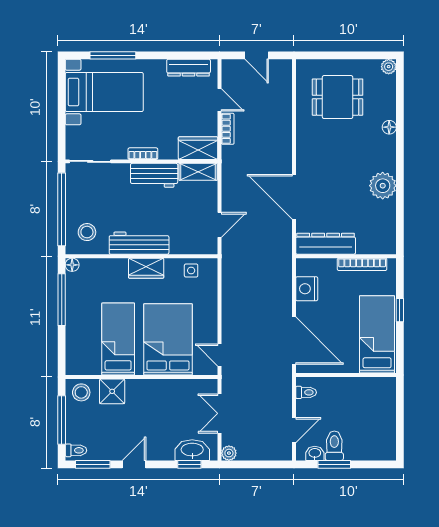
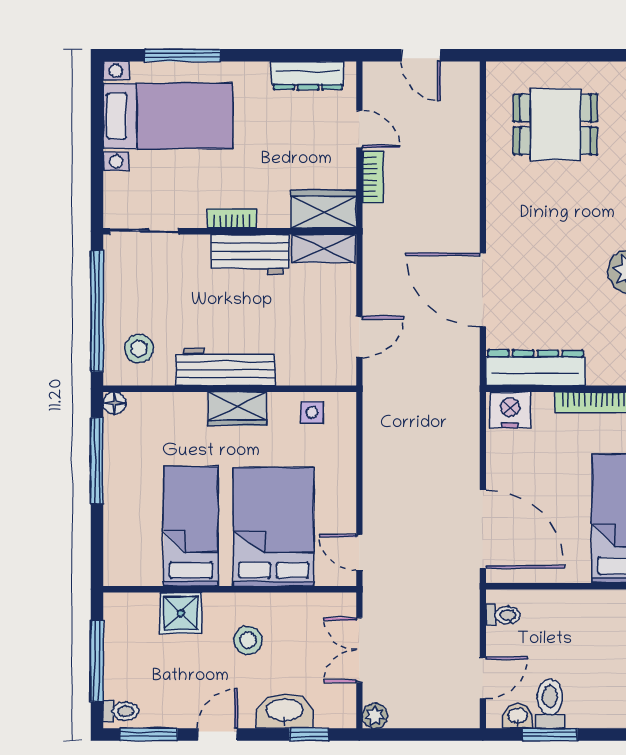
nightstand: (307, 289) -> (510, 410), moved, turned 90
stool: (81, 392) -> (248, 640), moved
washbasin: (192, 450) -> (285, 711), moved

